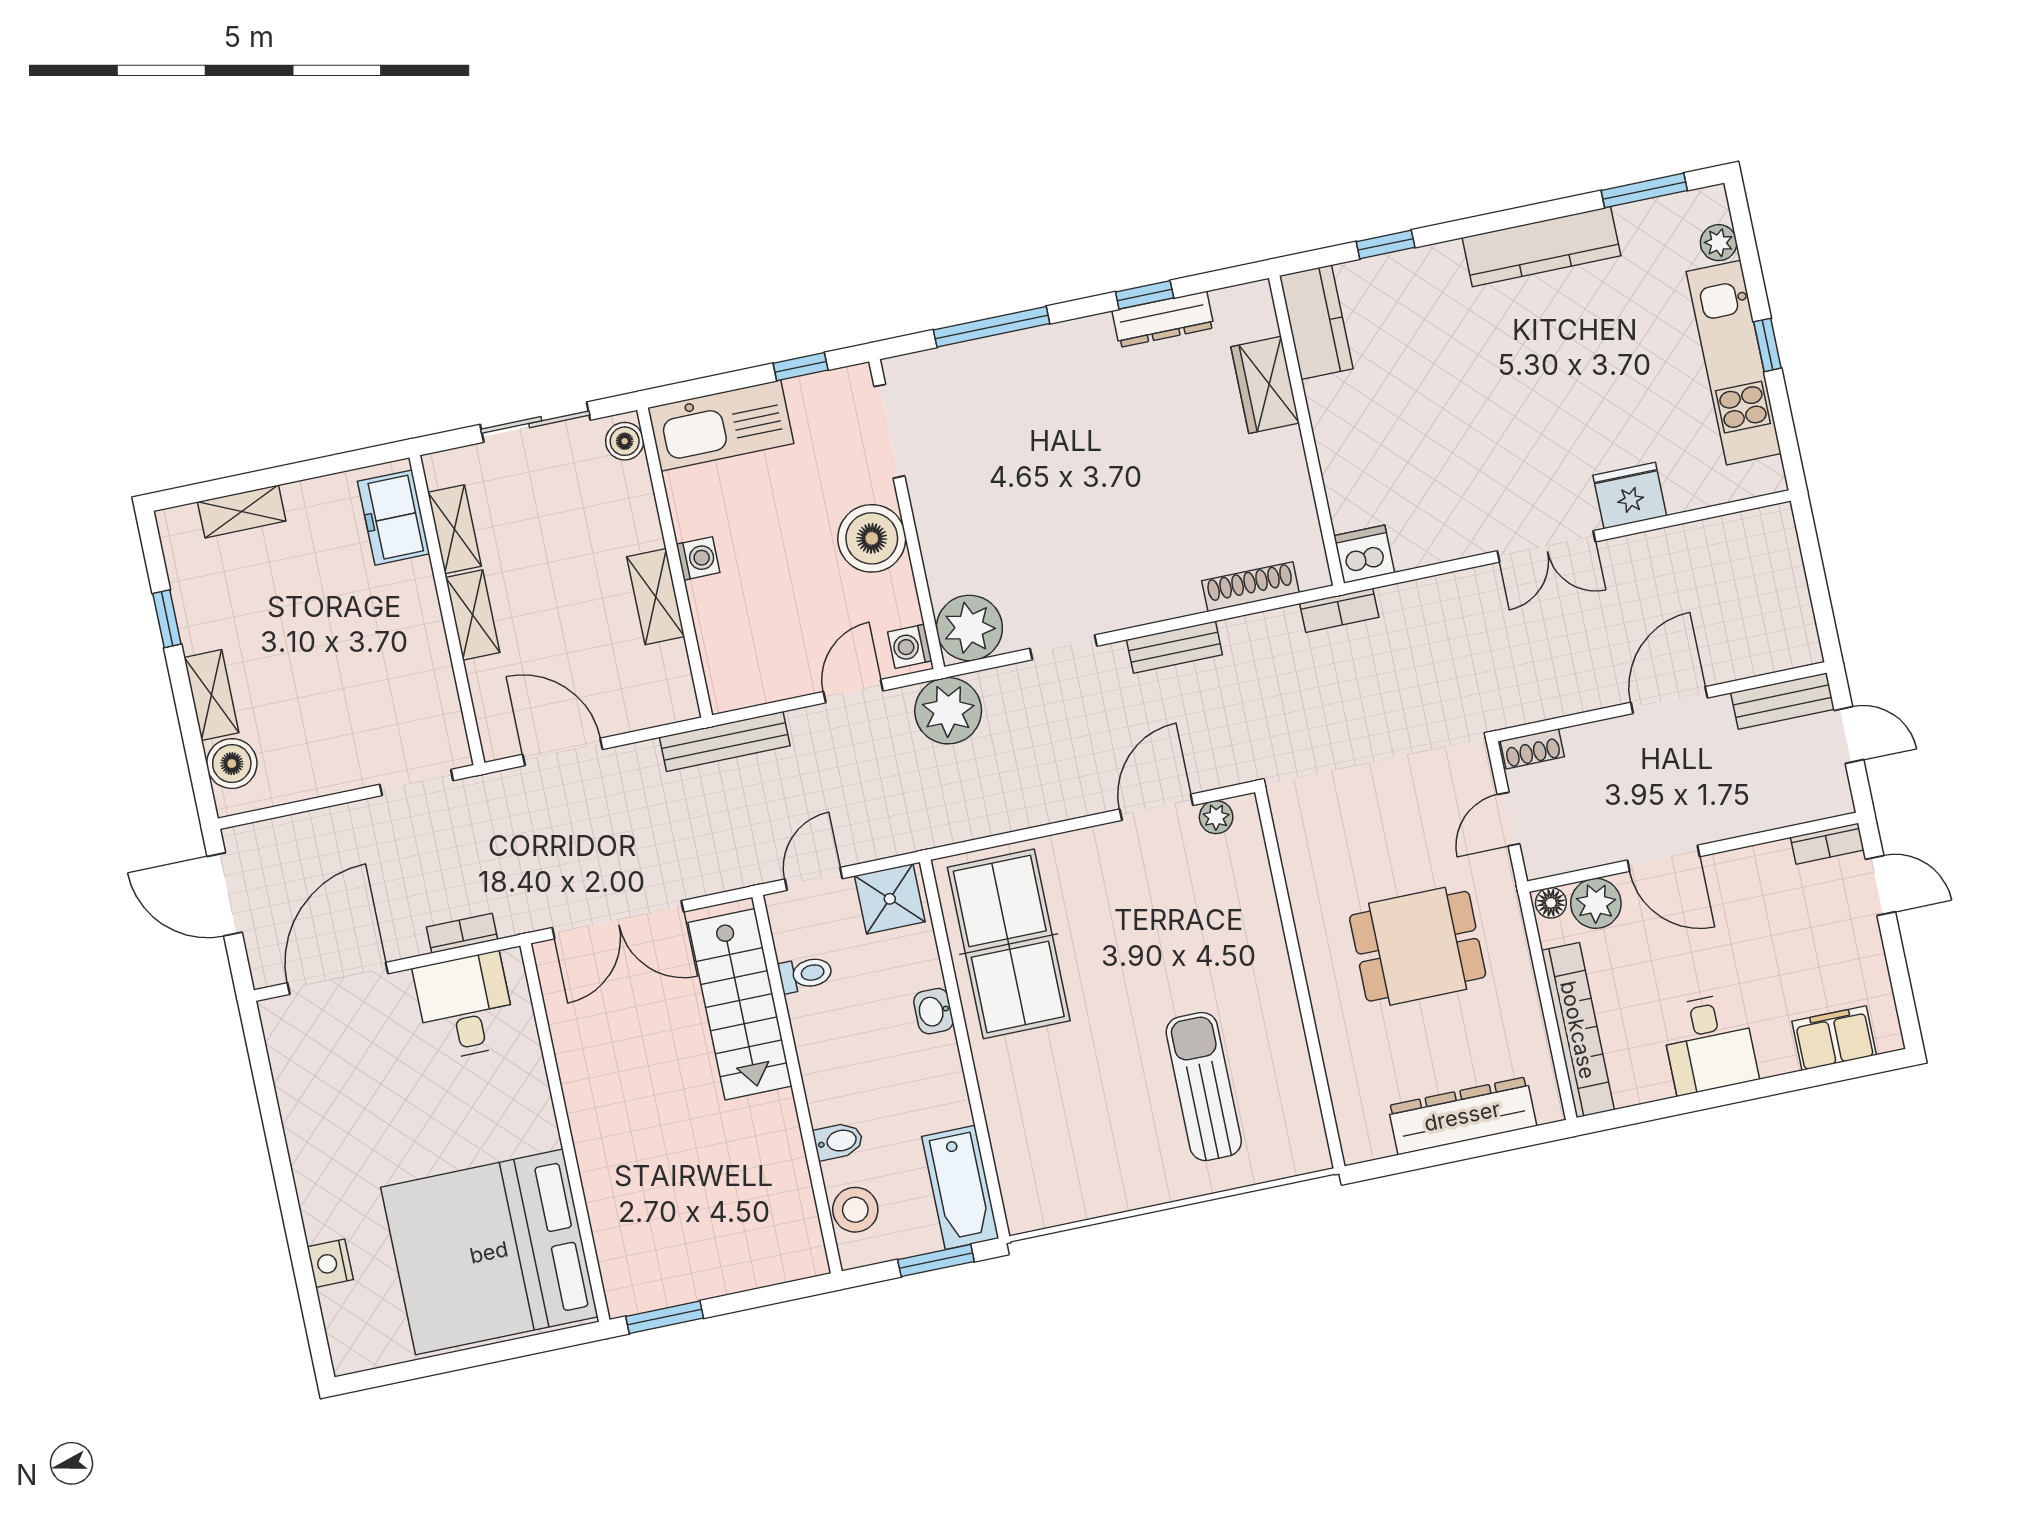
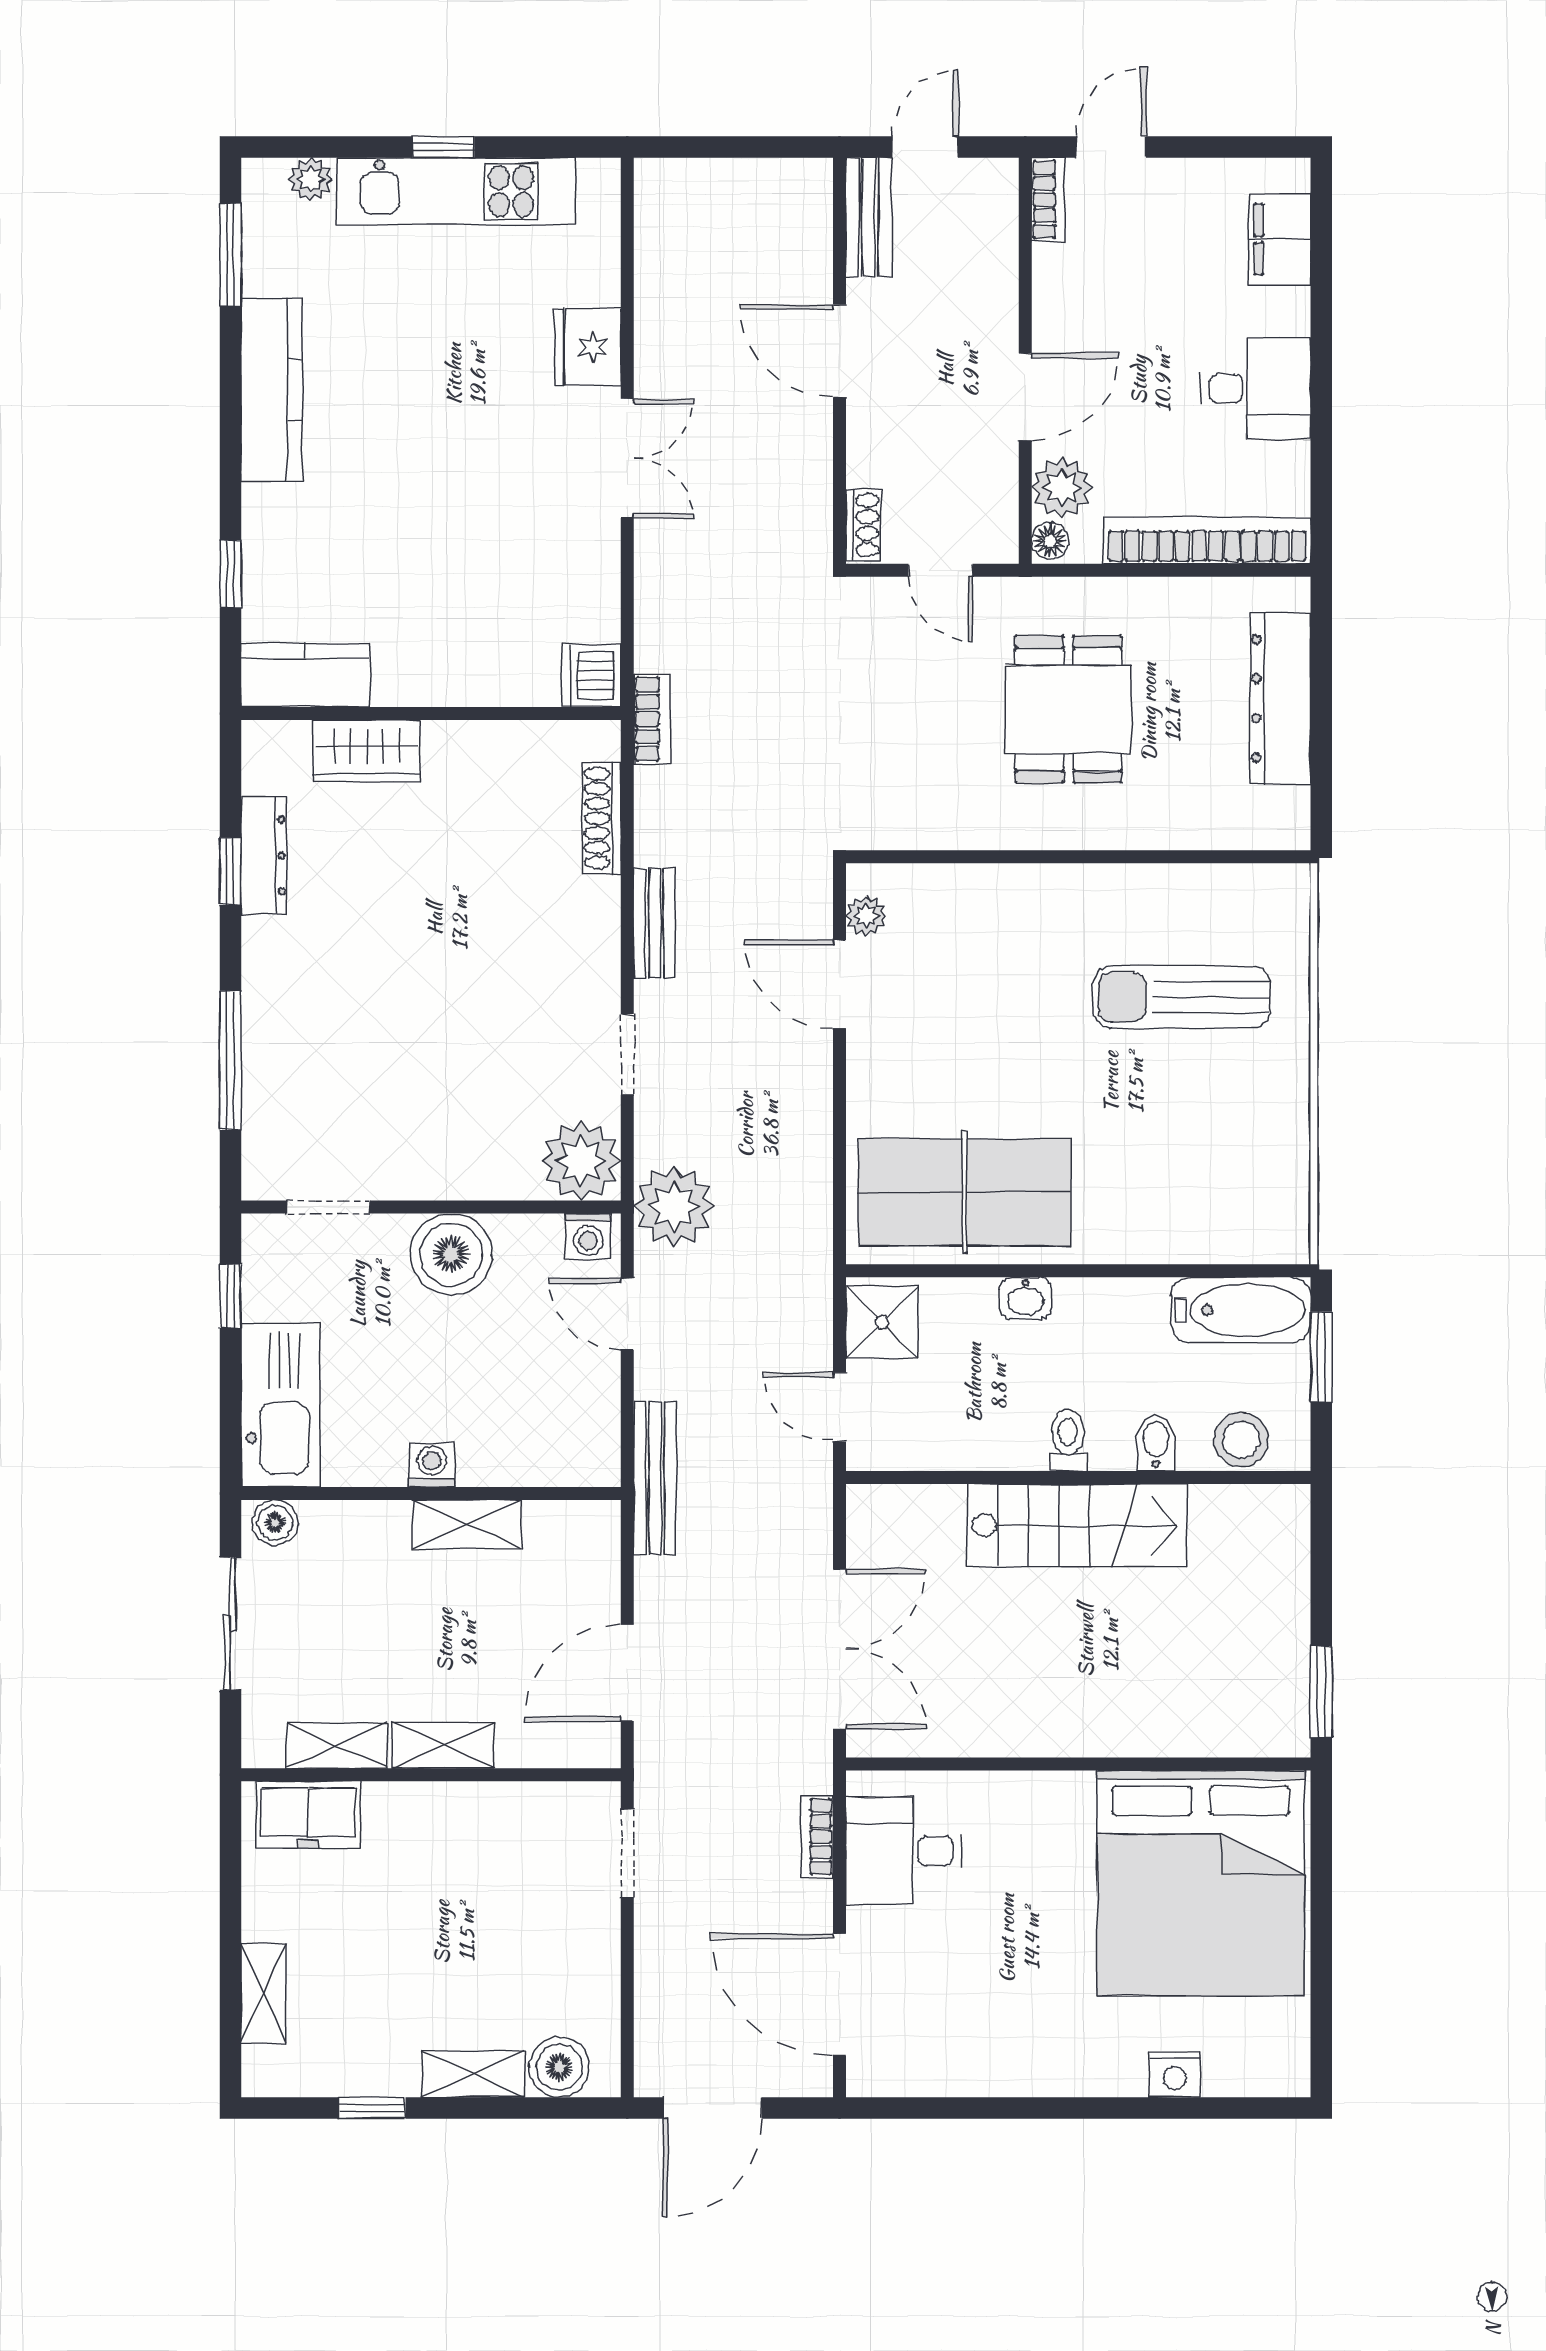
doorway: (889, 431) -> (329, 1207), width x0.73
toilet: (806, 974) -> (1068, 1440), moved
stairs: (740, 1004) -> (1077, 1525), moved

